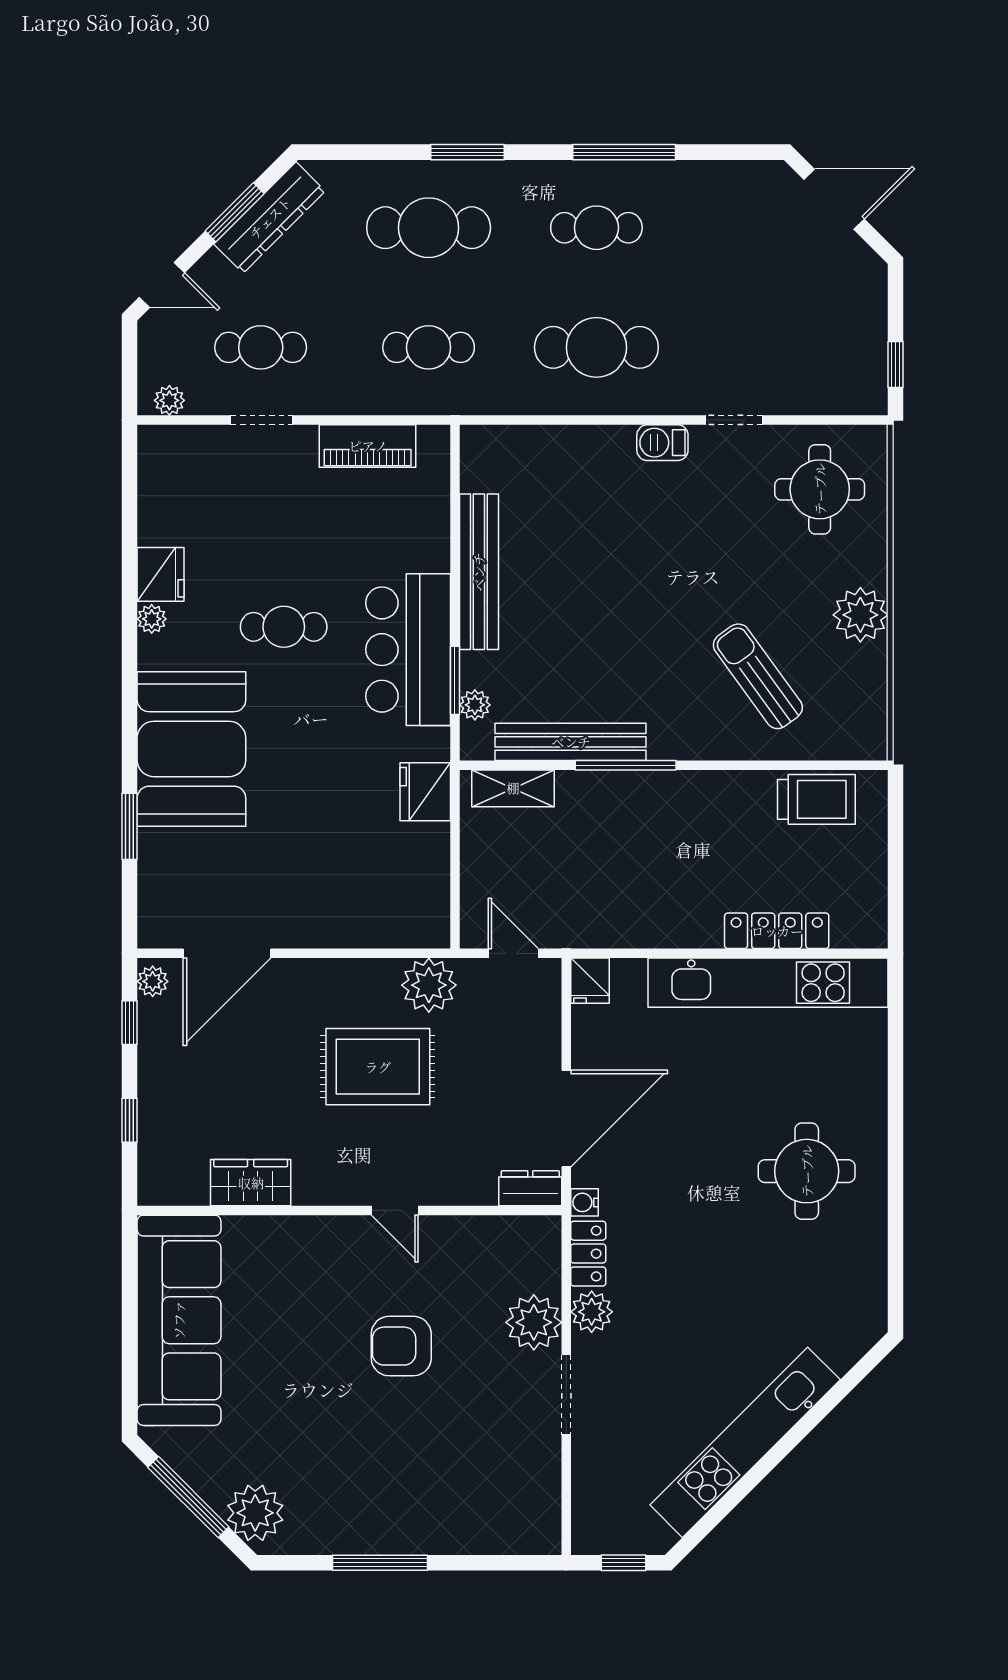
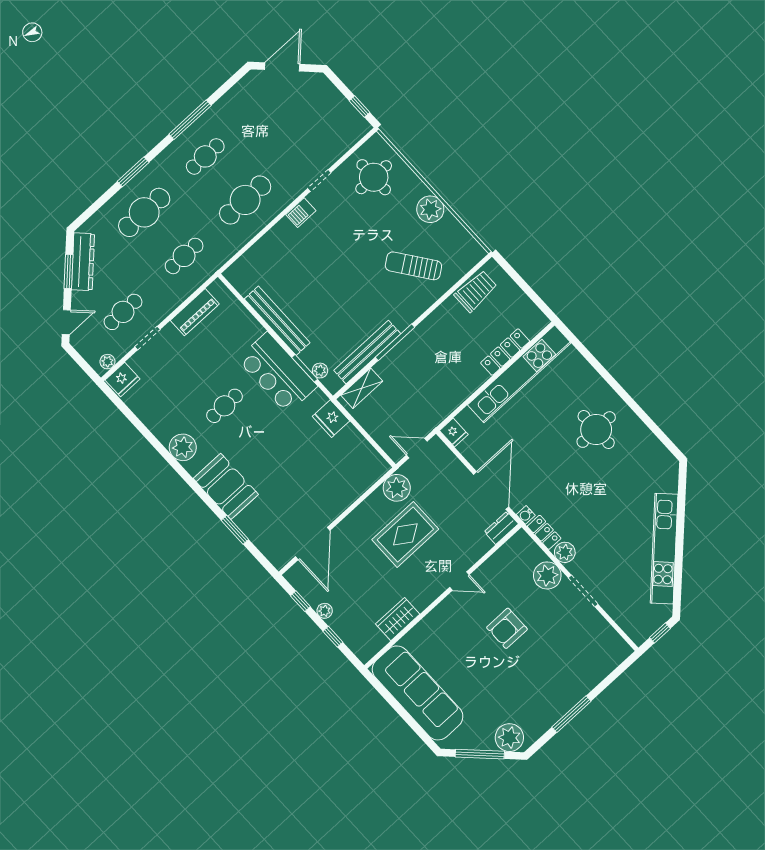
fridge: (160, 574) -> (123, 379), moved, turned 90
plant: (152, 619) -> (183, 447), width x1.88, depth x1.88
booth: (191, 749) -> (226, 486), width x0.73, depth x0.70
plant: (153, 981) -> (325, 611), moved

